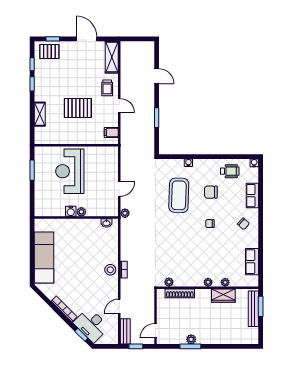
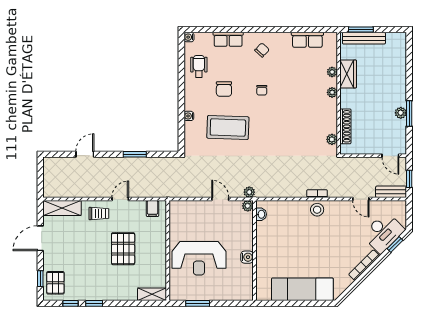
shelving: (40, 114) -> (152, 294), moved
plant: (81, 212) -> (248, 206), moved

